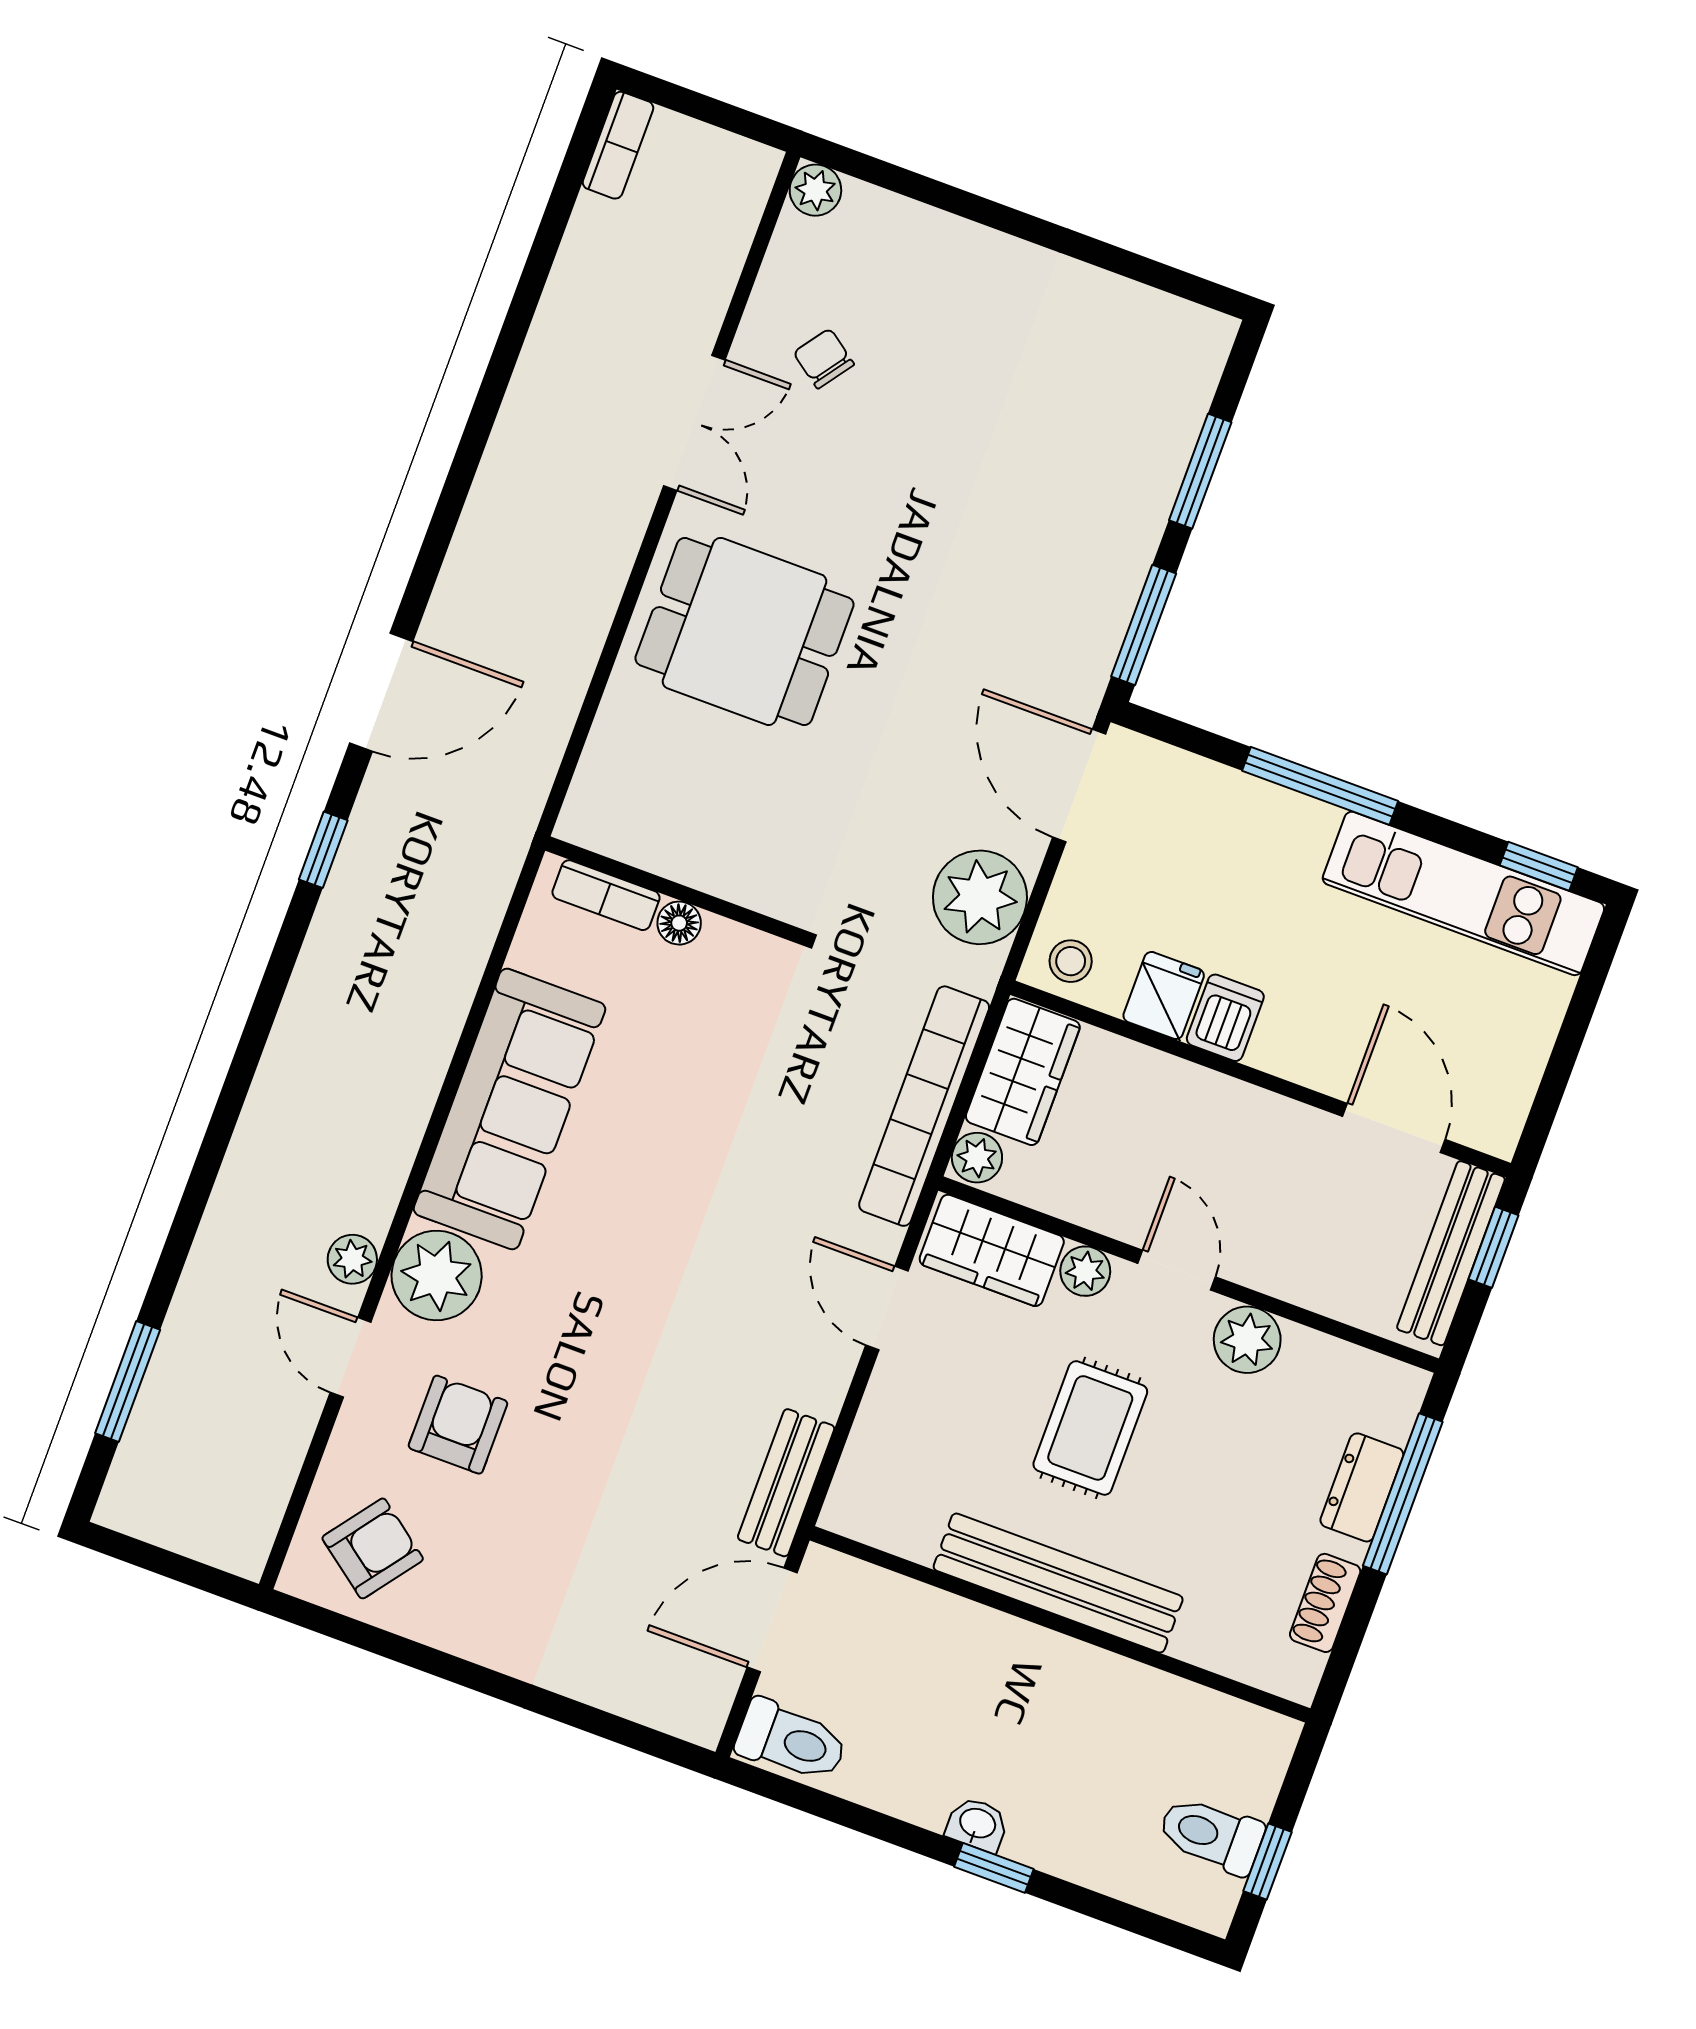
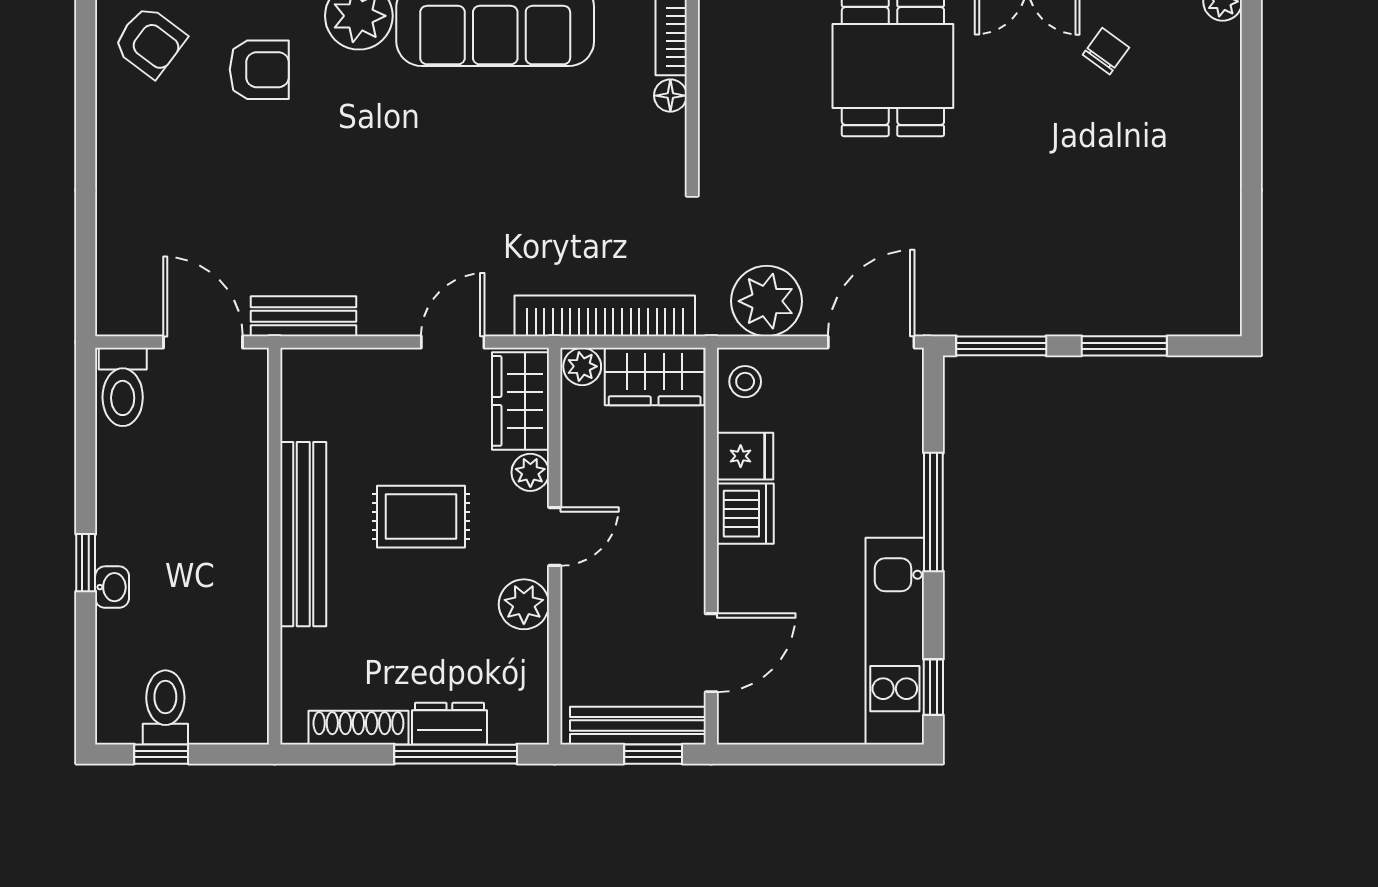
dishwasher: (1225, 1018) -> (745, 514), width x1.38
shoe rack: (1325, 1603) -> (358, 728), width x1.43
washbasin: (977, 1824) -> (112, 587), moved

